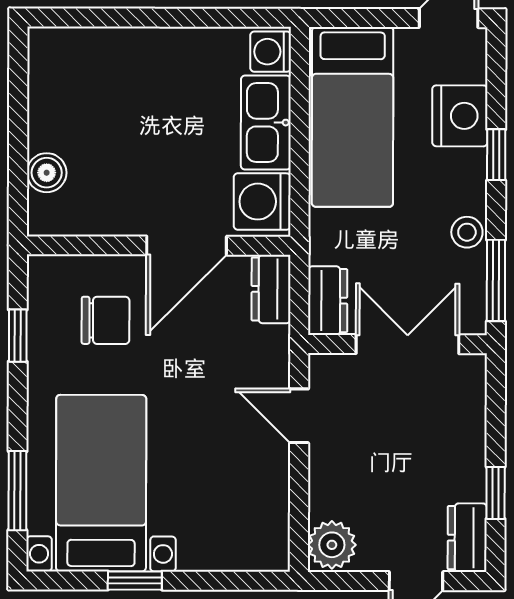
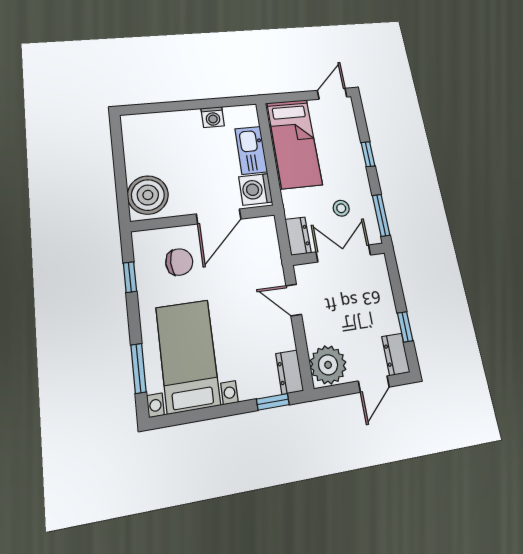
washing machine: (271, 52) -> (213, 117), moved, turned -90
nightstand: (460, 116) -> (347, 138), removed
boiler: (47, 173) -> (148, 195), width x1.86, depth x1.86
stool: (467, 232) -> (341, 208), moved
dresser: (271, 289) -> (290, 372), moved
plant: (332, 545) -> (328, 365), width x1.36, depth x1.36
window: (135, 581) -> (273, 402), moved

